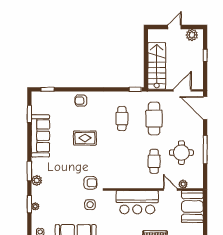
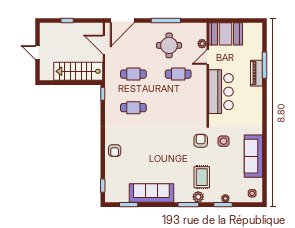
plant: (192, 35) -> (46, 34), removed
cafe table: (154, 119) -> (133, 74), width x0.73, depth x0.74
rug: (85, 138) -> (202, 177), moved

